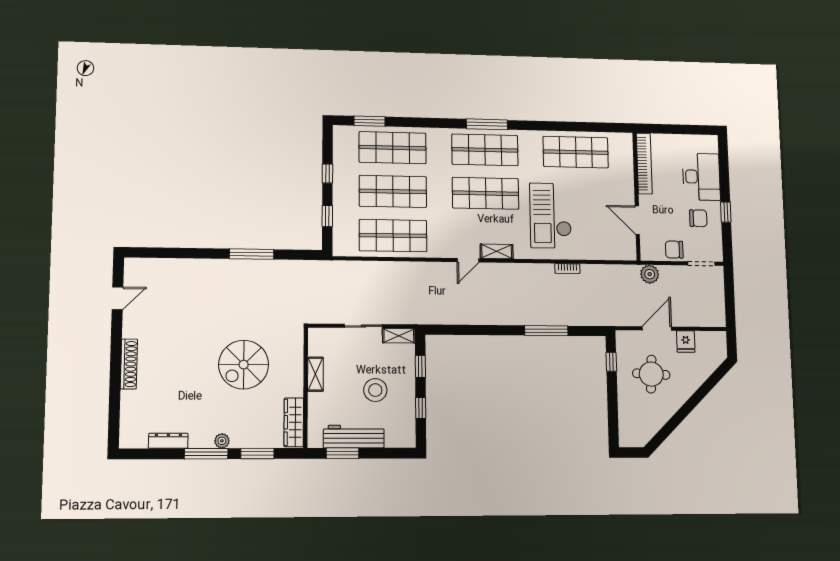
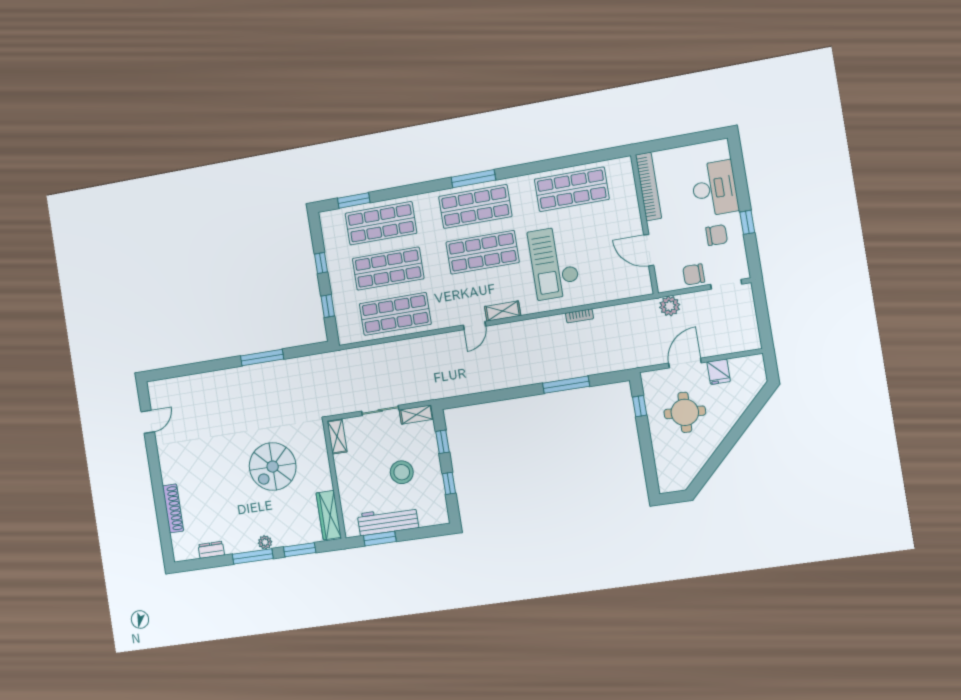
shoe rack: (129, 364) -> (173, 508), moved
shelving: (315, 374) -> (337, 436), moved
dresser: (168, 441) -> (211, 550), width x0.70

